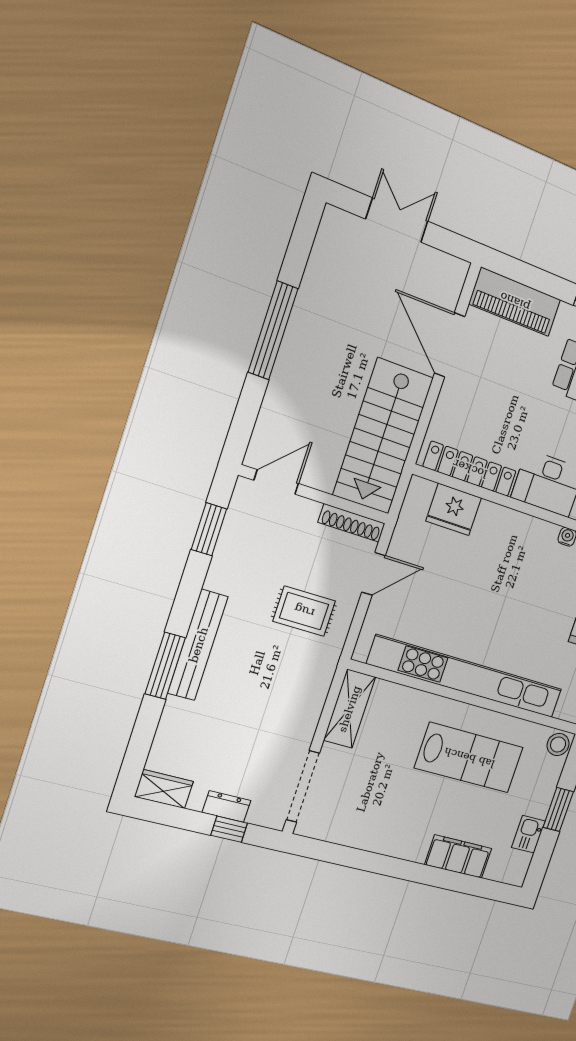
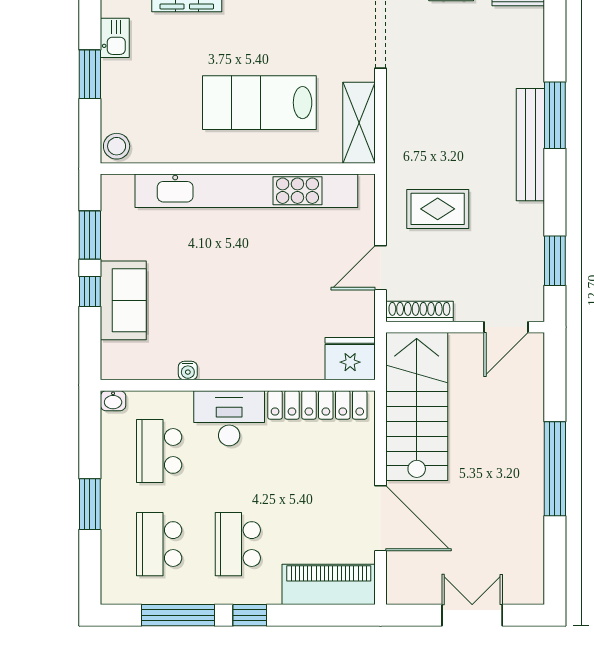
double door: (397, 220) -> (472, 615), swing flipped
fridge: (454, 509) -> (350, 359), moved
lab bench: (469, 758) -> (259, 103), moved

